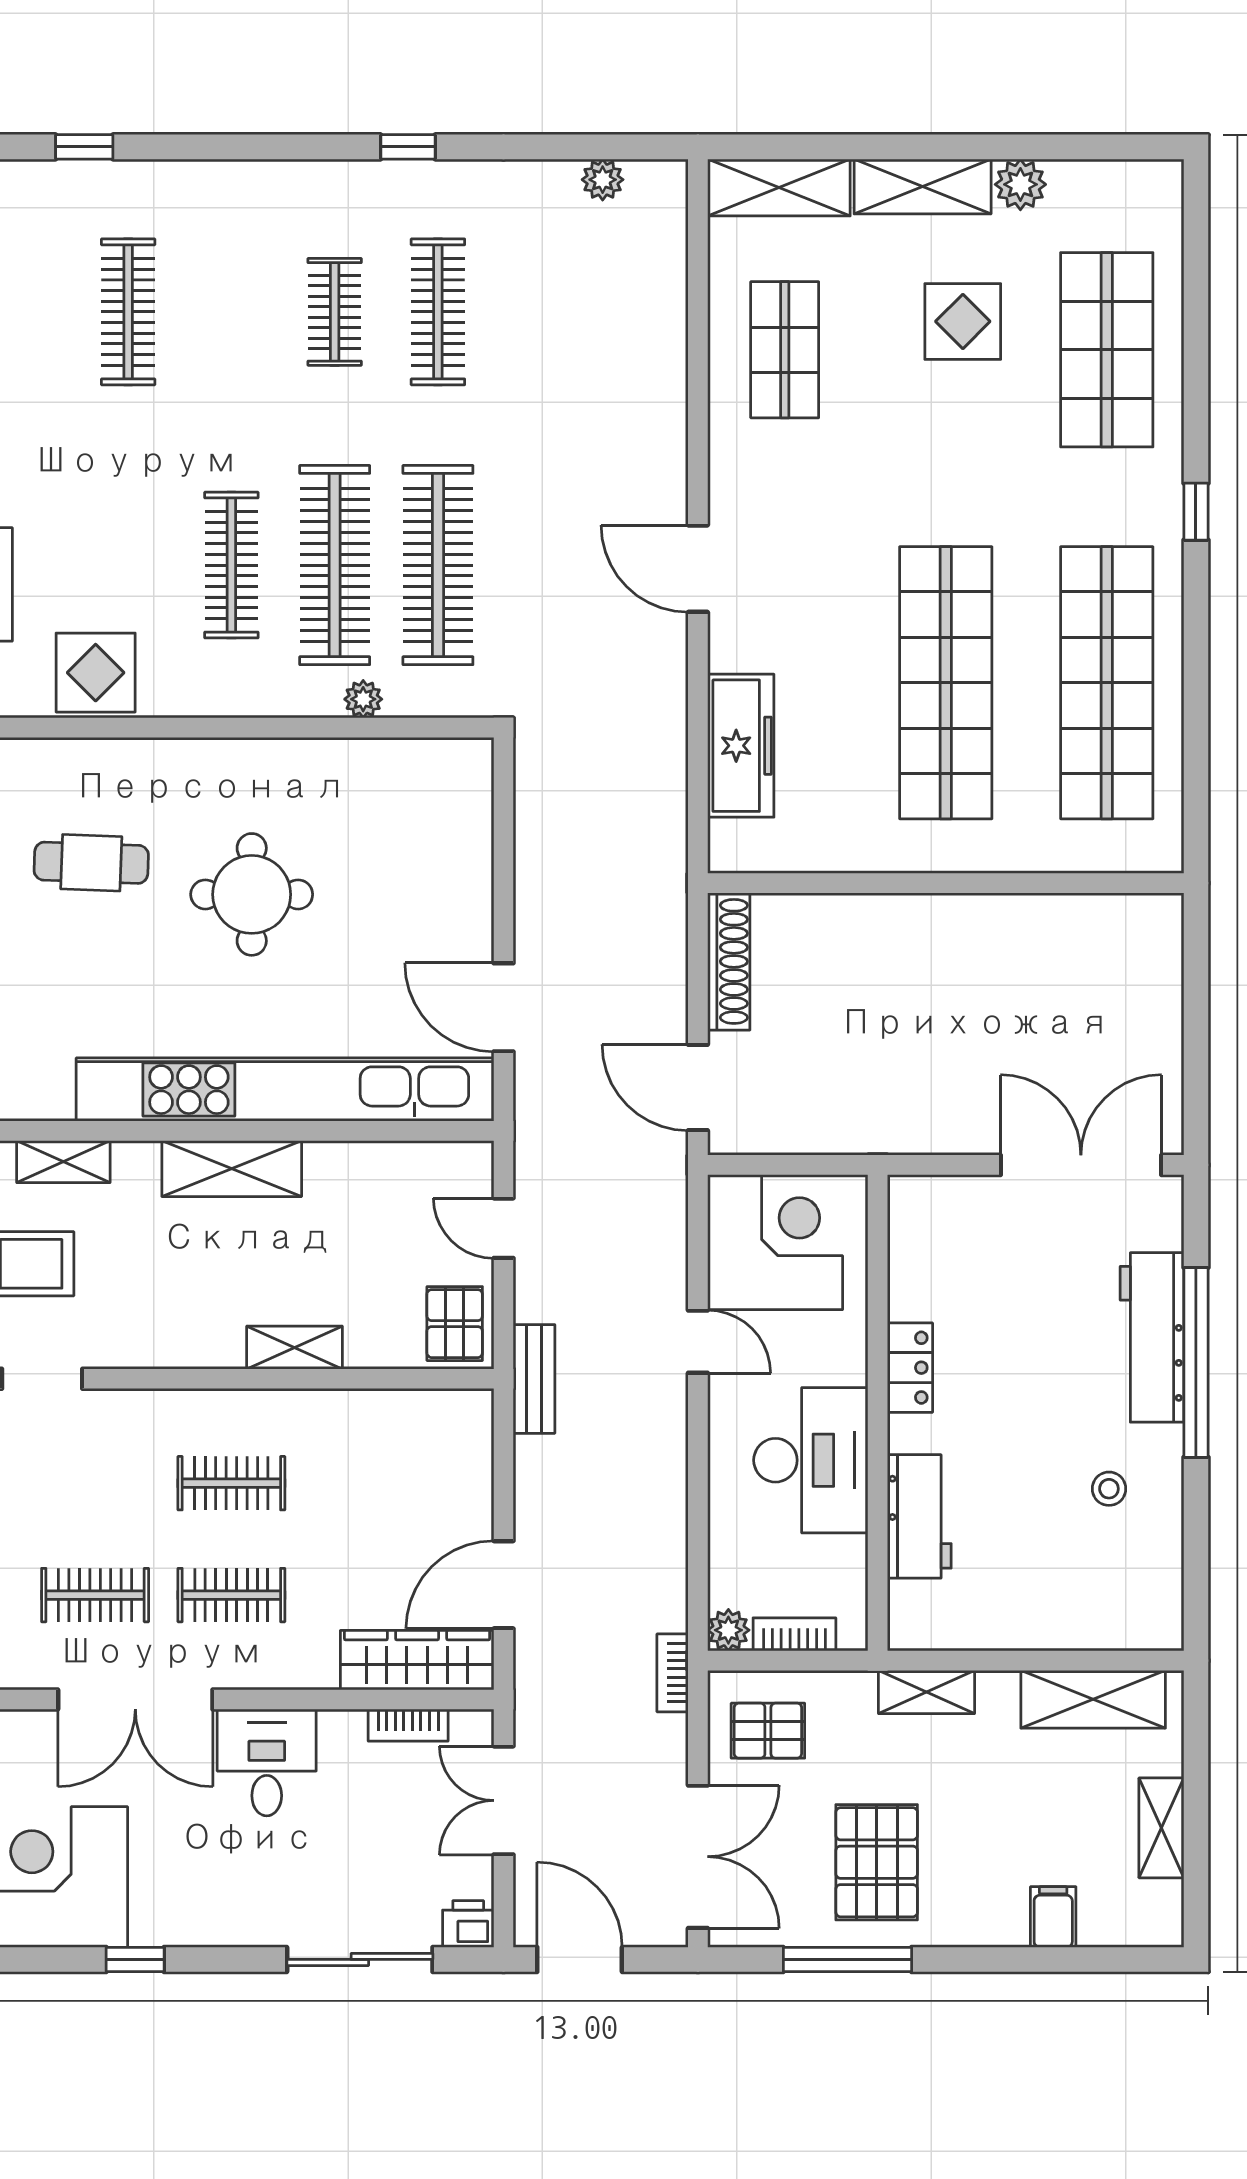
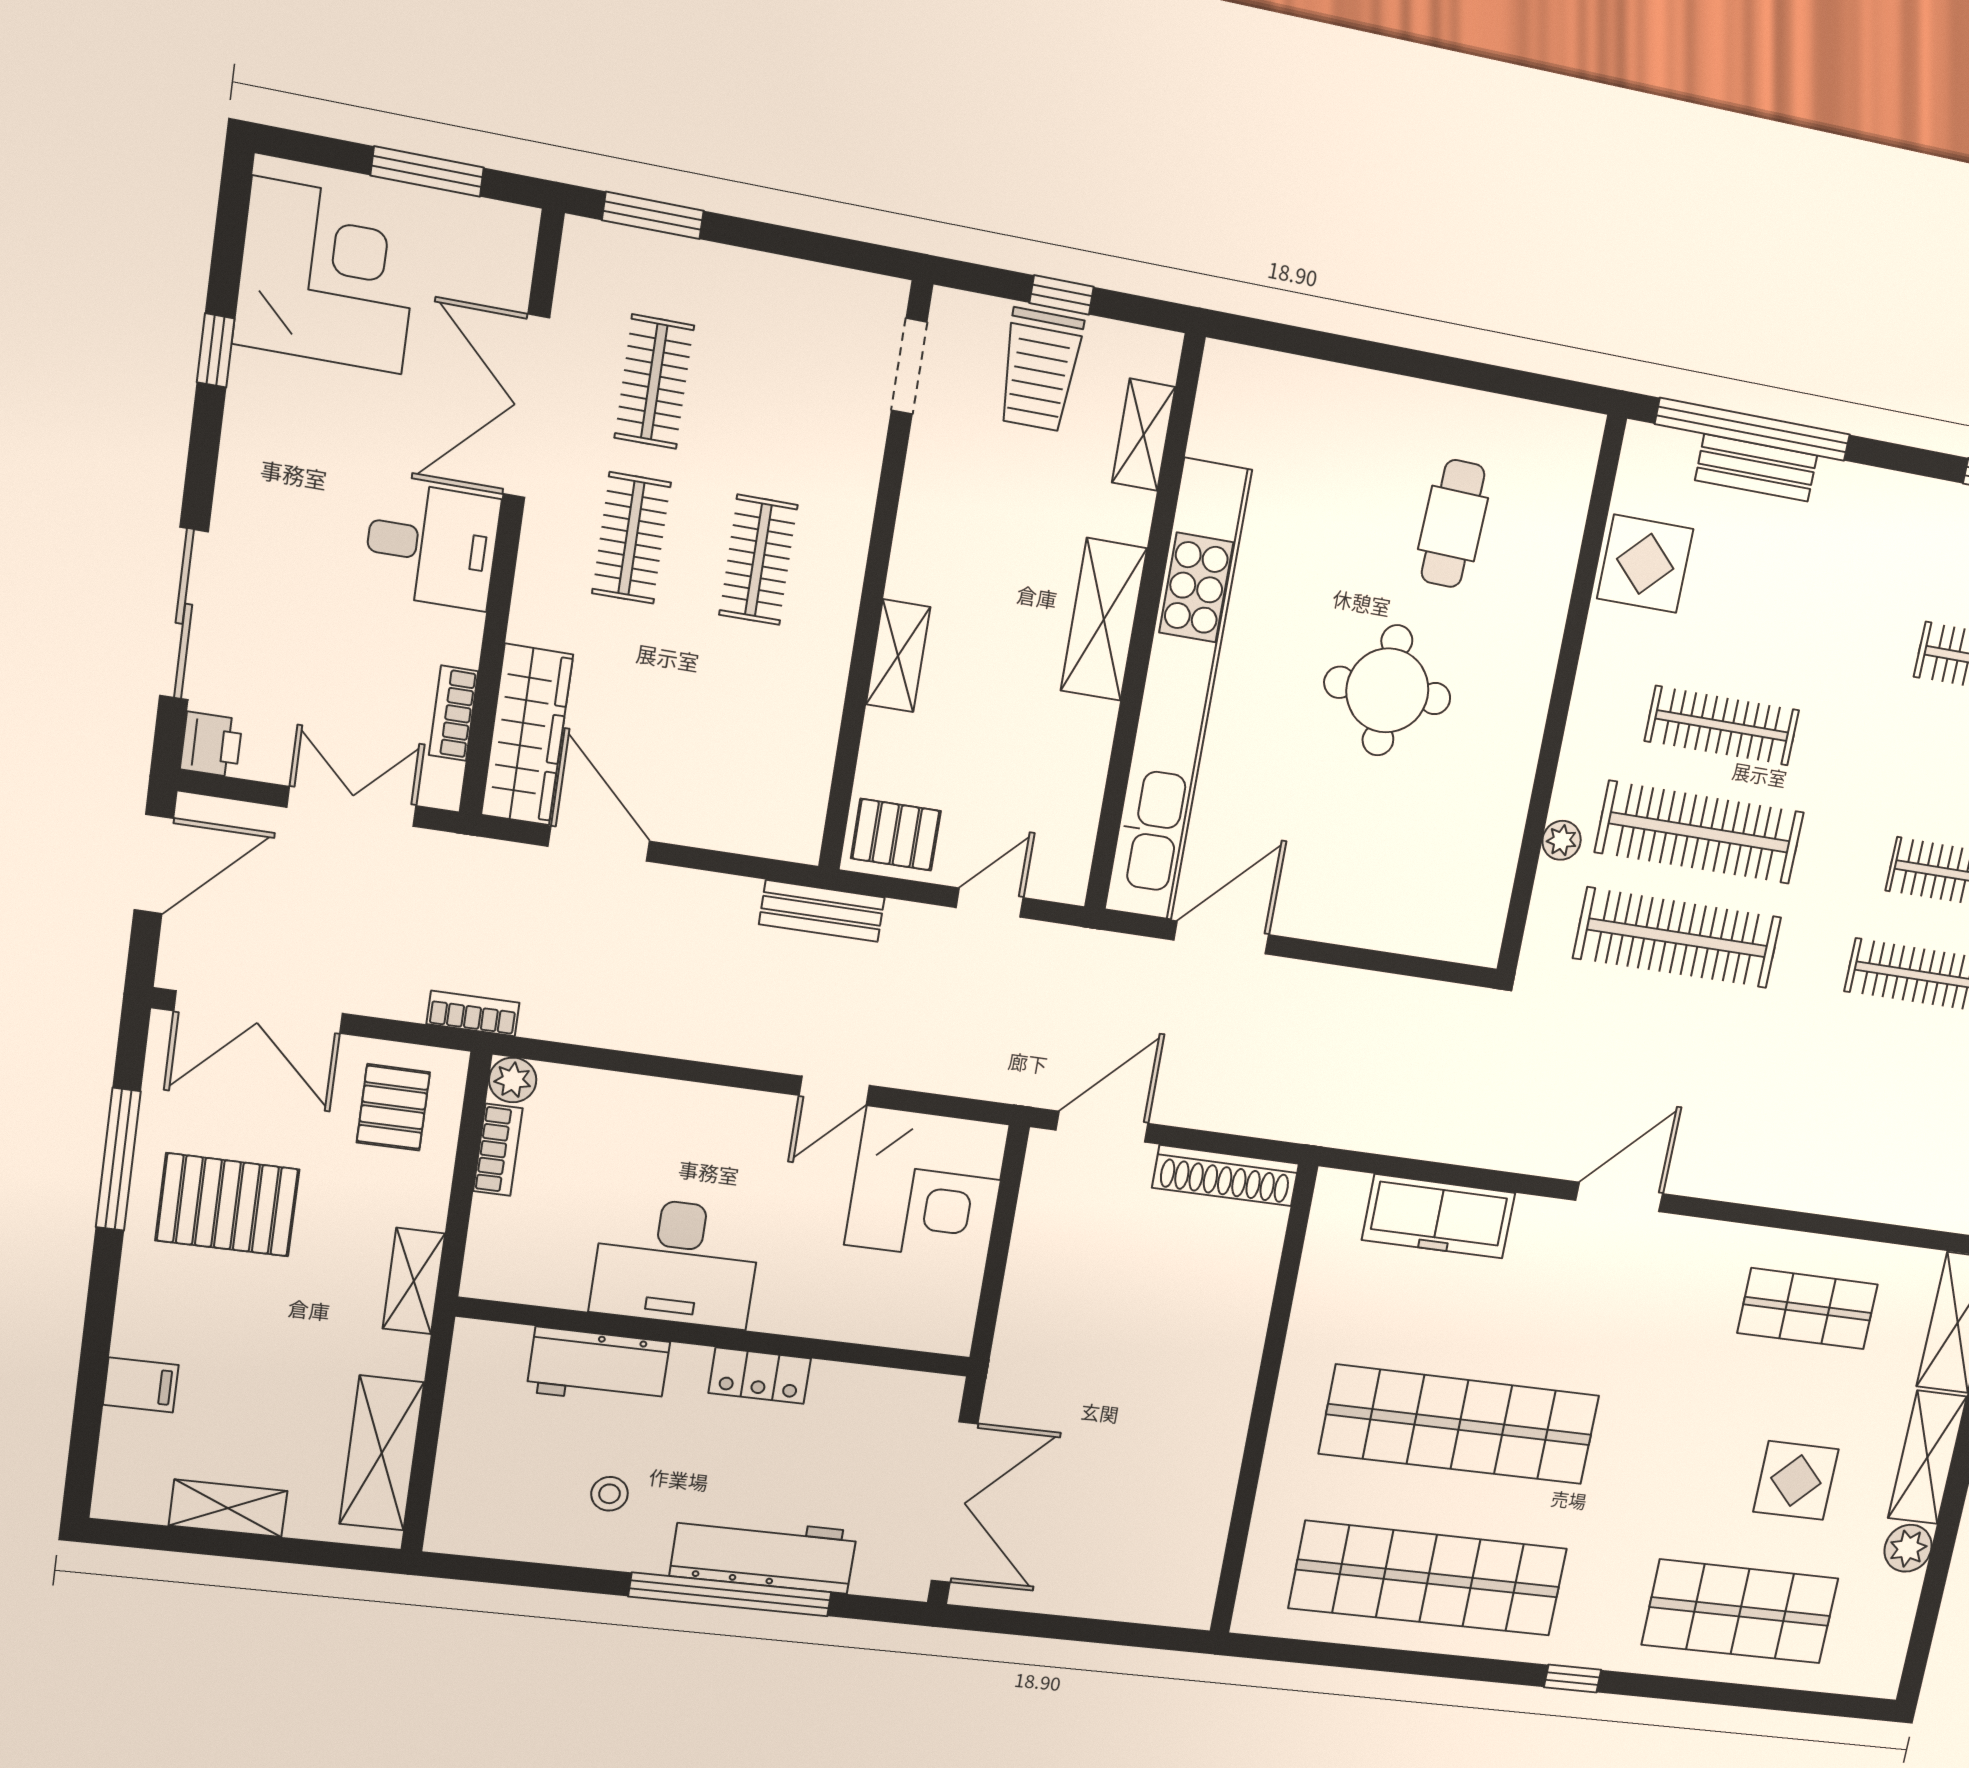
locker: (910, 1368) -> (760, 1376), moved
wall: (878, 1413) -> (717, 1337), moved
desk: (811, 1460) -> (676, 1262), moved
workbench: (919, 1516) -> (598, 1367), moved

